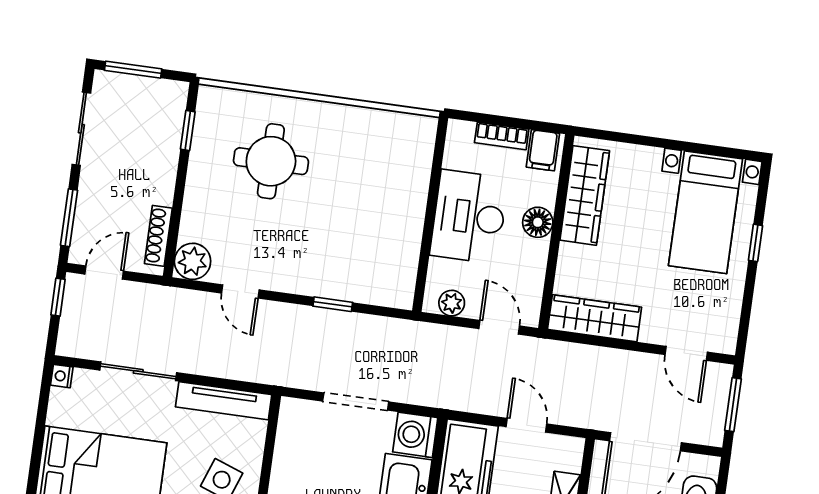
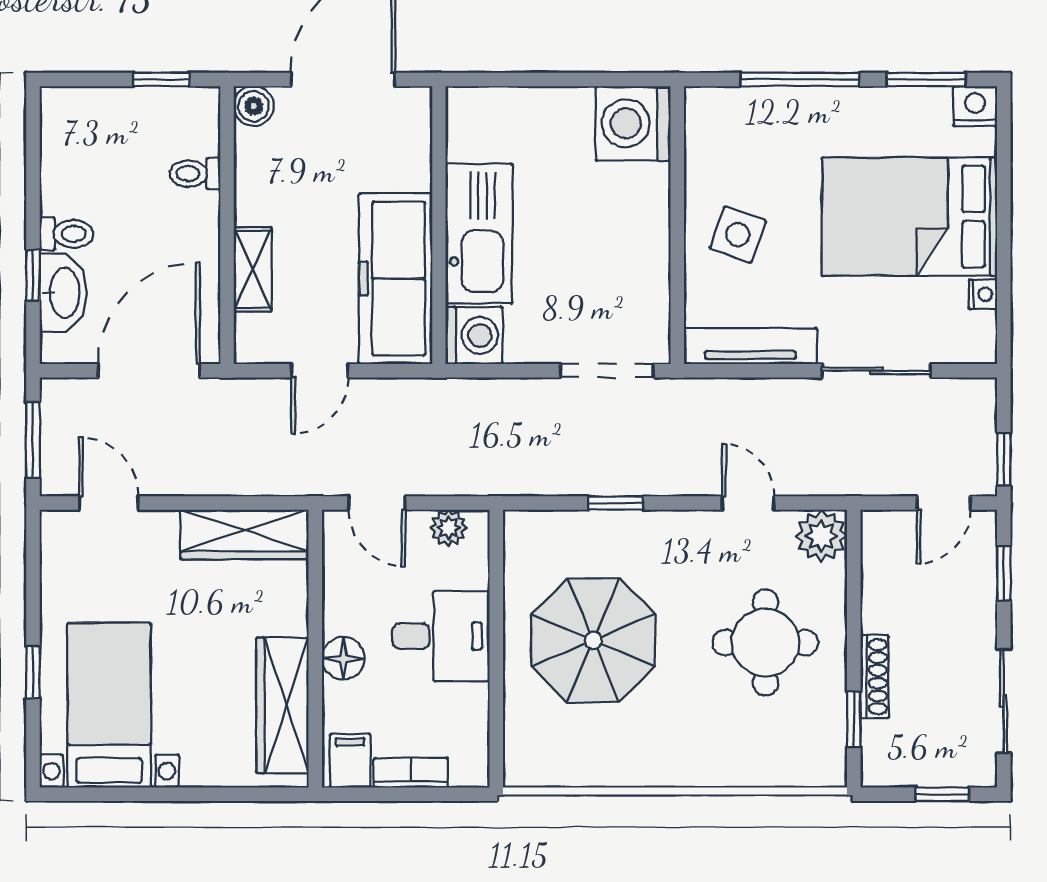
window: (133, 70) -> (942, 794), width x0.67
round table: (271, 161) -> (765, 642), moved
parasol: (362, 211) -> (593, 640), added
desk: (469, 217) -> (441, 636), width x0.73
window: (69, 218) -> (1004, 573), width x0.67
shoe rack: (158, 236) -> (874, 677), moved
nightstand: (62, 376) -> (983, 294), moved
doorway: (356, 402) -> (607, 371), moved
door: (526, 425) -> (320, 371), hinge flipped

